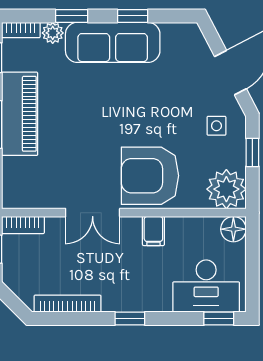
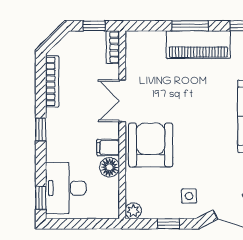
plant: (226, 189) -> (133, 211), width x0.53, depth x0.53
floor lamp: (233, 229) -> (110, 167), moved

